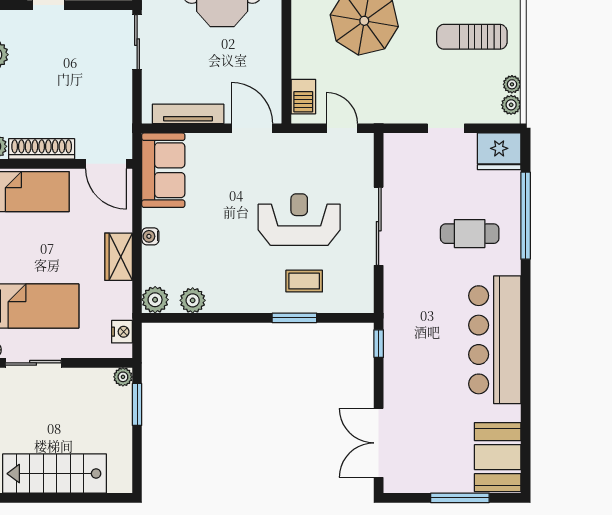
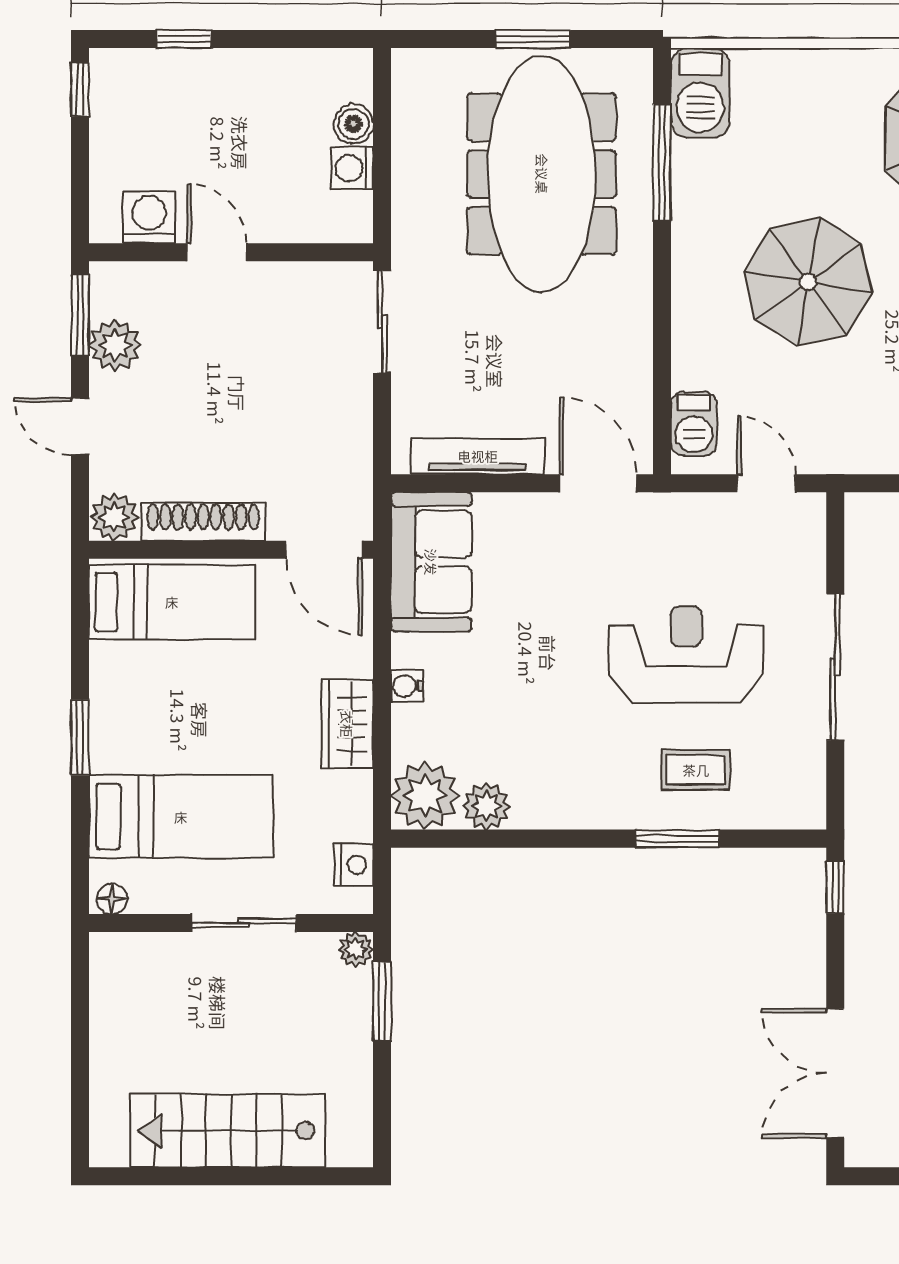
plant: (155, 300) -> (425, 796), width x1.36, depth x1.36
sliding door: (33, 363) -> (244, 923), moved

